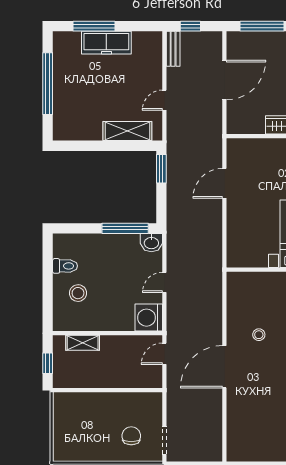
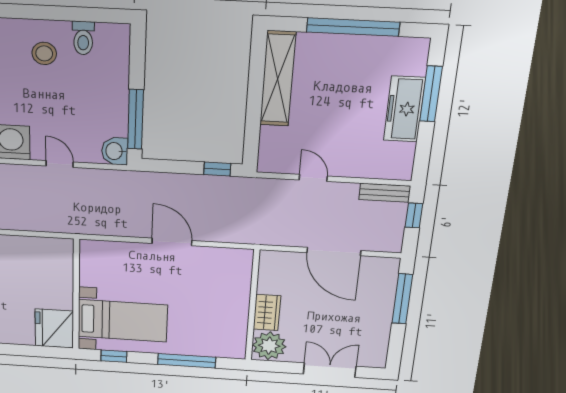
shelving: (127, 131) -> (278, 79), moved, width x1.47
window: (161, 169) -> (217, 169), width x0.67
door: (224, 183) -> (172, 242), moved

